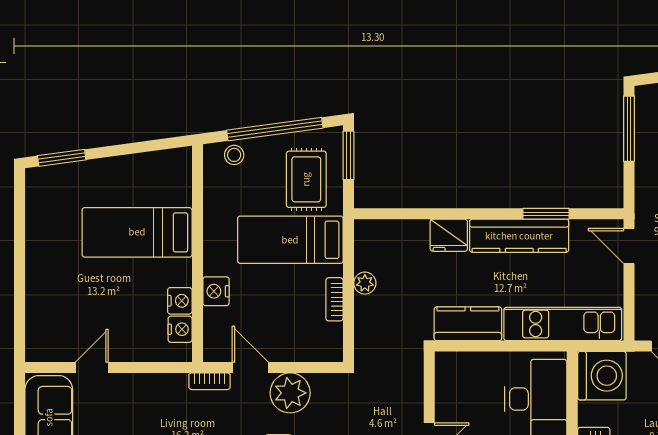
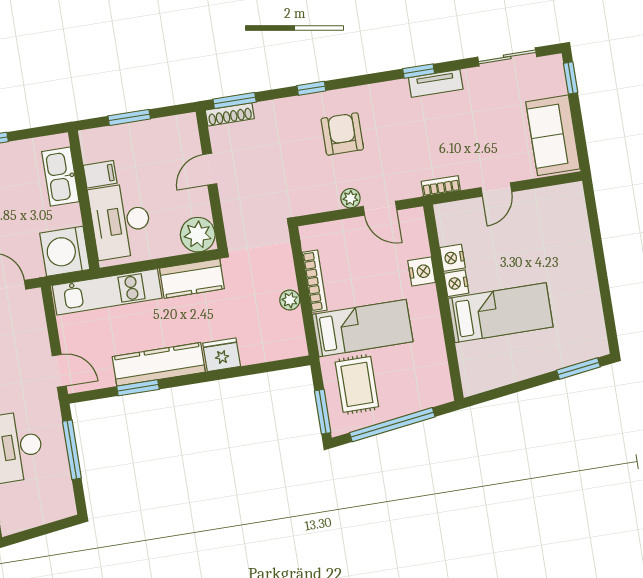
window: (629, 129) -> (72, 450), moved
stool: (234, 155) -> (425, 396), removed
bookcase: (334, 299) -> (315, 281), width x1.56
nightstand: (180, 329) -> (456, 283), moved
door: (92, 368) -> (496, 190), moved
plant: (454, 371) -> (198, 235), added
bookcase: (210, 381) -> (441, 186), moved
plant: (290, 393) -> (350, 198), width x0.53, depth x0.53

